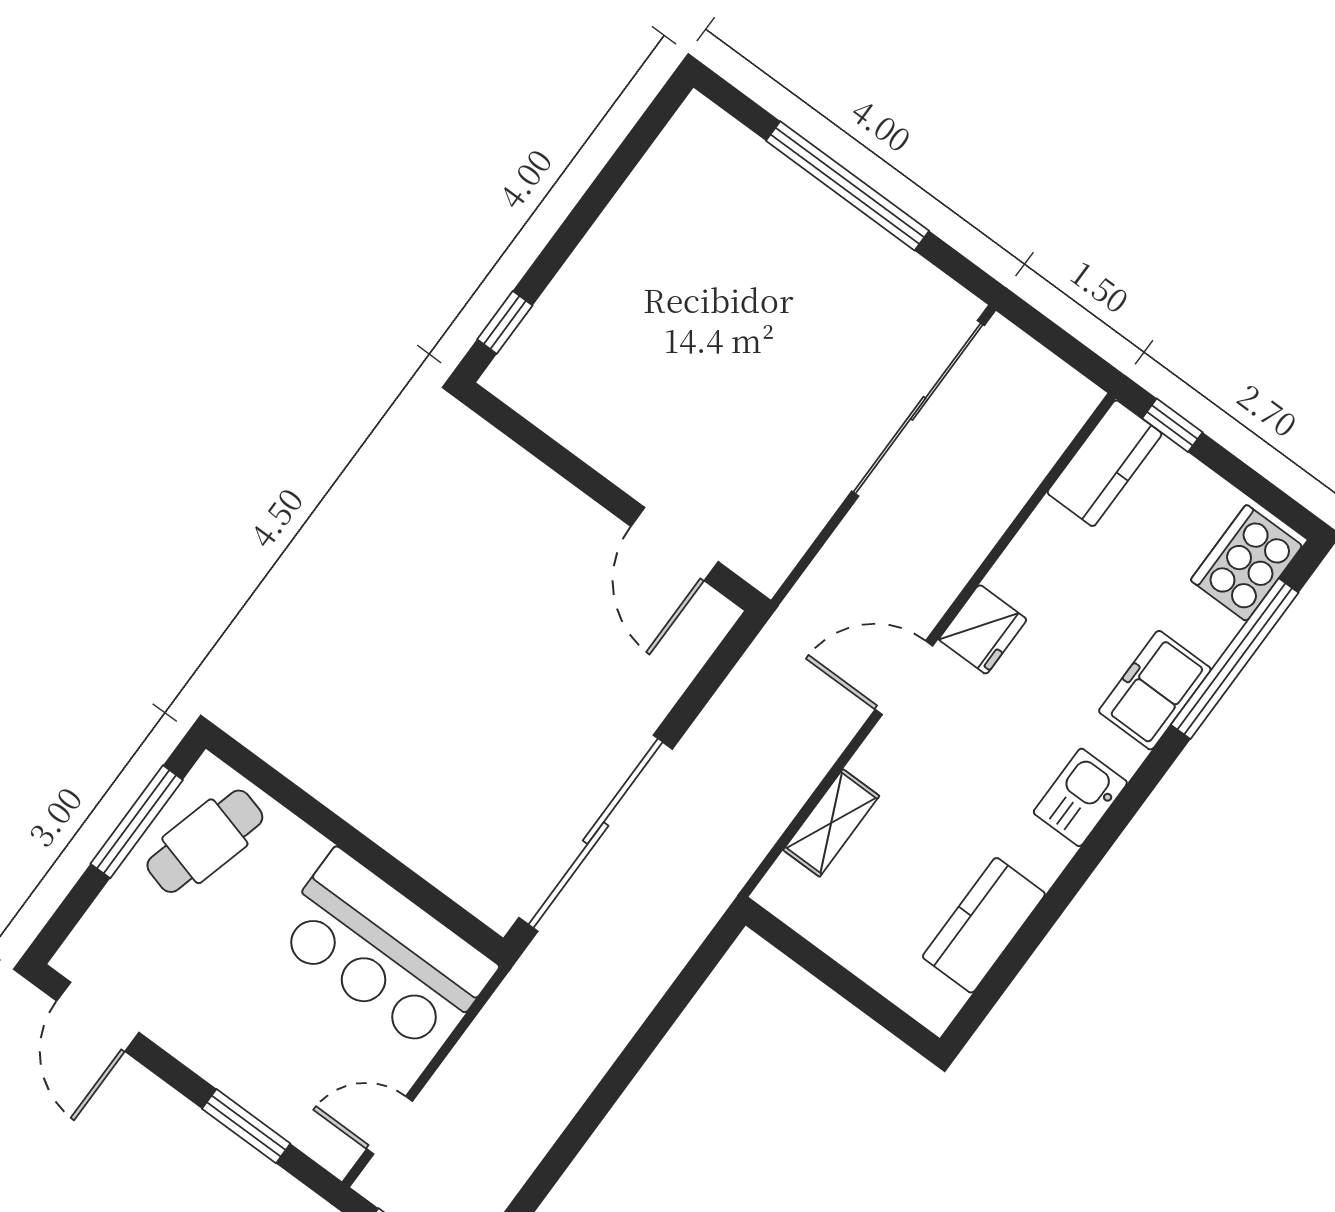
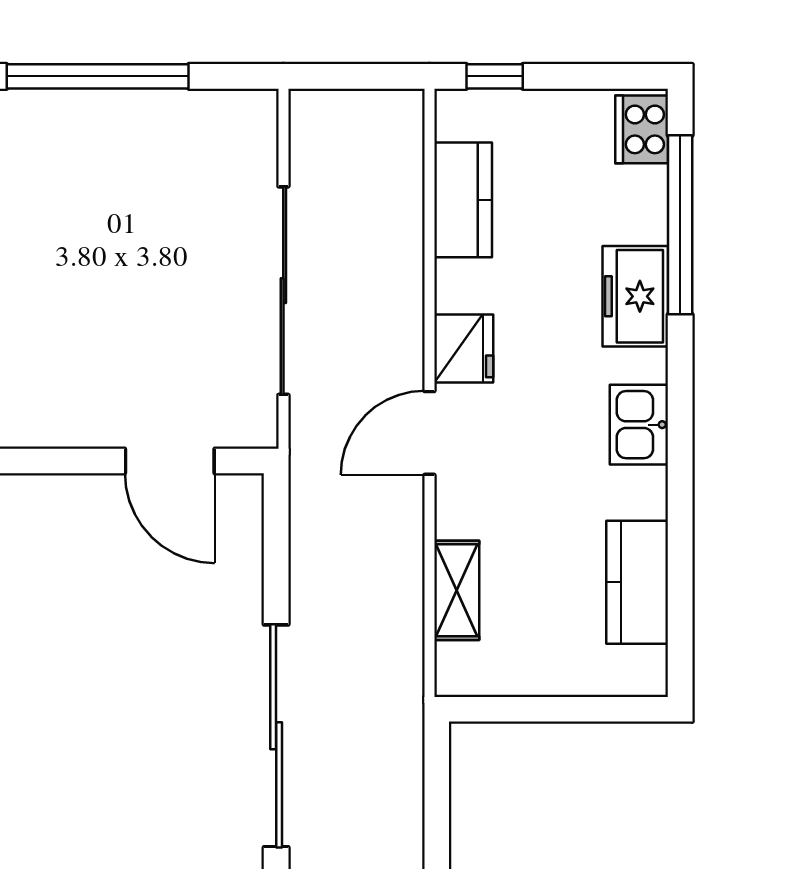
sliding door: (918, 408) -> (283, 291), moved
kitchen counter: (1104, 463) -> (463, 200), moved
cooker: (1246, 563) -> (642, 129), width x0.73, depth x0.76

